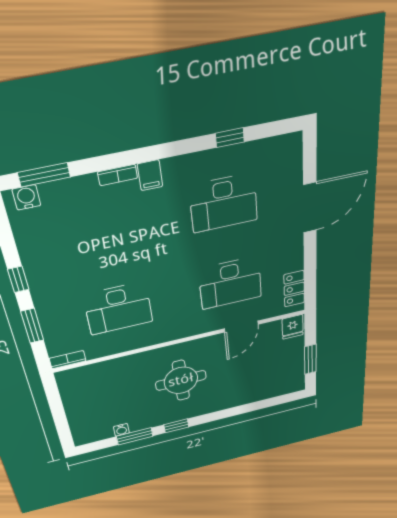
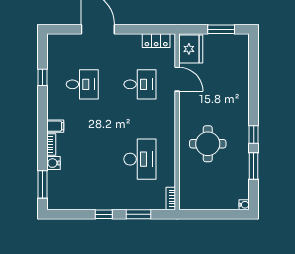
water cooler: (26, 197) -> (53, 163), moved
desk: (224, 203) -> (82, 84), width x0.73
desk: (230, 283) -> (140, 84), width x0.73
fridge: (293, 327) -> (191, 49), width x1.88, depth x1.34
round table: (181, 380) -> (208, 144), moved
water cooler: (121, 430) -> (244, 205), moved

